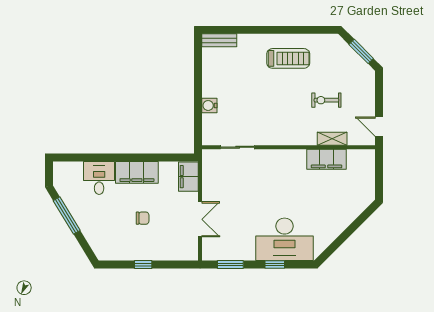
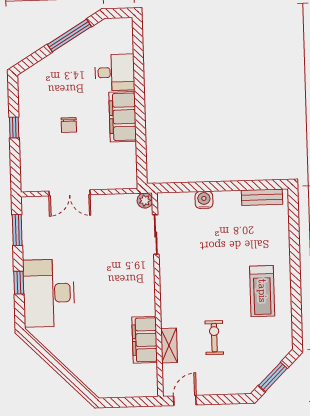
bench: (219, 40) -> (262, 197), moved, turned 90
plant: (208, 156) -> (145, 201), added
filing cabinet: (188, 177) -> (119, 178), removed

